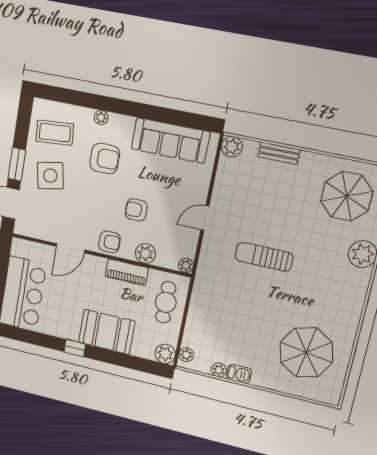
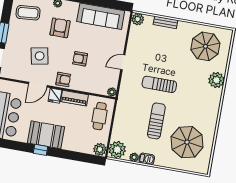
armchair: (105, 158) -> (60, 28), turned -90
side table: (50, 176) -> (40, 56), moved
plant: (145, 253) -> (86, 86), removed
fridge: (97, 267) -> (55, 96), added
sun lounger: (257, 316) -> (156, 121), added
booth: (107, 332) -> (46, 135), moved
plant: (186, 355) -> (117, 150), width x1.88, depth x1.88

